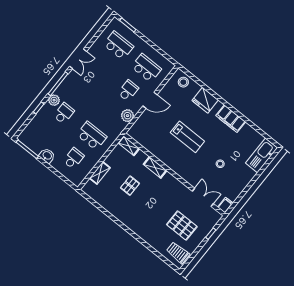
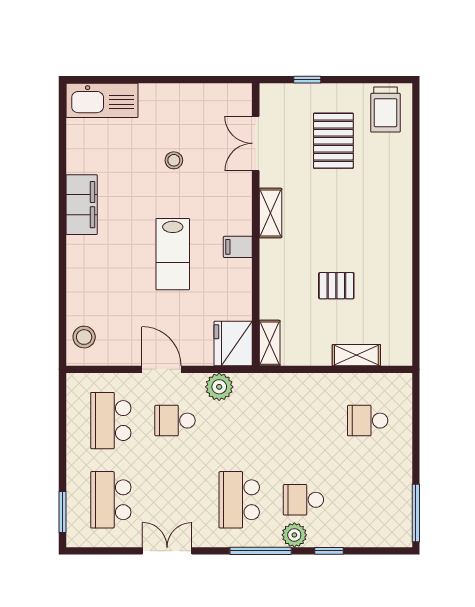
double door: (78, 59) -> (167, 551), moved
fridge: (205, 100) -> (233, 343), moved, turned 180
school desk: (92, 136) -> (239, 500), moved
lab bench: (187, 137) -> (173, 254), turned 180
washbasin: (47, 156) -> (400, 470), removed
shelving: (155, 167) -> (270, 213), moved
filing cabinet: (225, 205) -> (238, 247), moved

